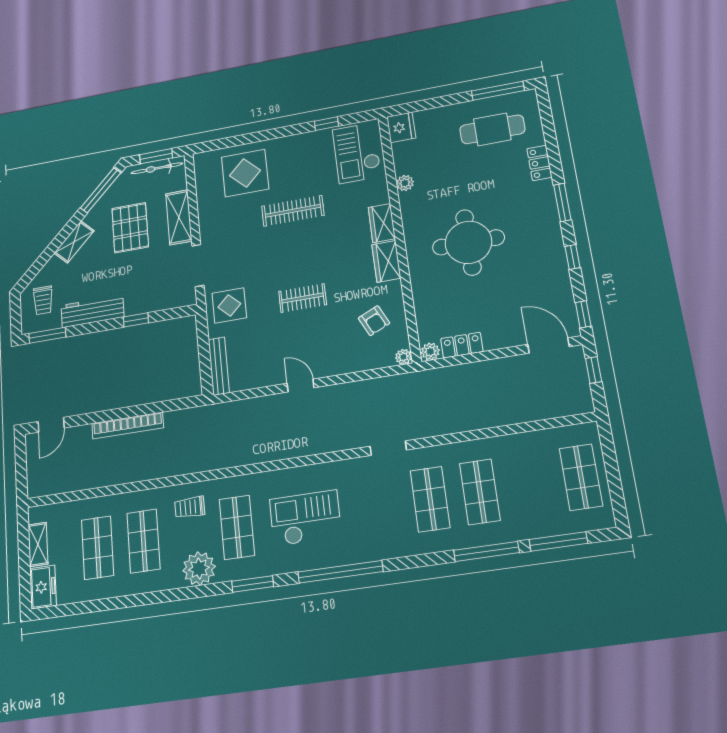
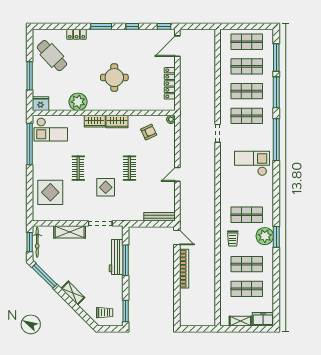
window: (498, 91) -> (30, 76), moved
window: (326, 124) -> (30, 144), width x3.17
cafe table: (492, 129) -> (52, 56), turned -43
plant: (405, 183) -> (78, 102), width x1.88, depth x1.88
clothes rail: (293, 211) -> (78, 168), width x0.73
pallet: (130, 228) -> (71, 260), removed
round table: (468, 242) -> (114, 78), width x0.73, depth x0.73
display table: (229, 305) -> (106, 187), moved
workbench: (92, 311) -> (116, 257), moved
window: (136, 320) -> (126, 260), width x2.17
locker: (462, 345) -> (170, 83), width x1.53
plant: (430, 351) -> (170, 105), removed
window: (594, 370) -> (194, 26), removed
door: (51, 425) -> (177, 238), moved
shop shelf: (530, 485) -> (247, 66), added
checkout: (305, 518) -> (252, 163), moved, turned 90
window: (340, 572) -> (276, 140), moved
window: (253, 584) -> (276, 237), moved

